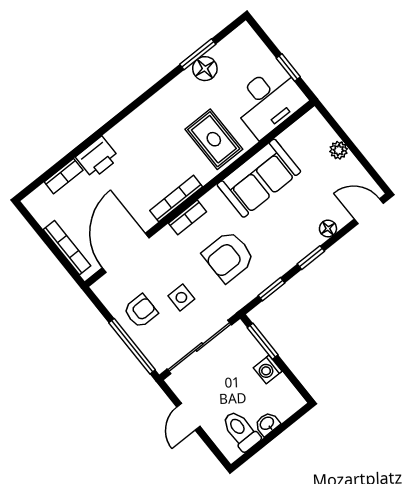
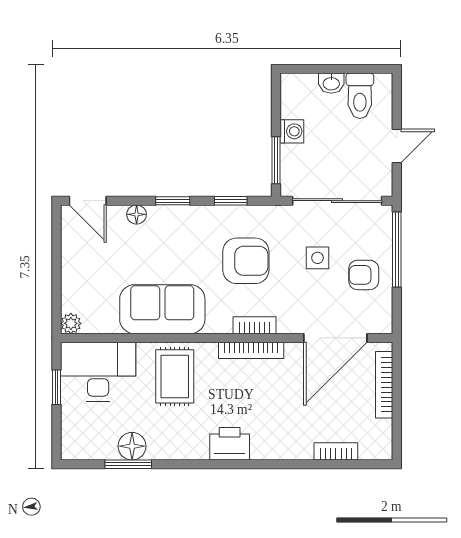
plant: (339, 150) -> (71, 323), moved
printer: (97, 157) -> (230, 444), moved

